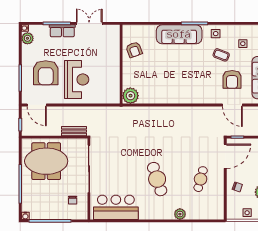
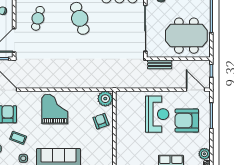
armchair: (134, 50) -> (101, 121), moved
armchair: (46, 73) -> (187, 121), turned -90
reception desk: (77, 79) -> (157, 114), turned 180
grand piano: (183, 85) -> (55, 109), added

